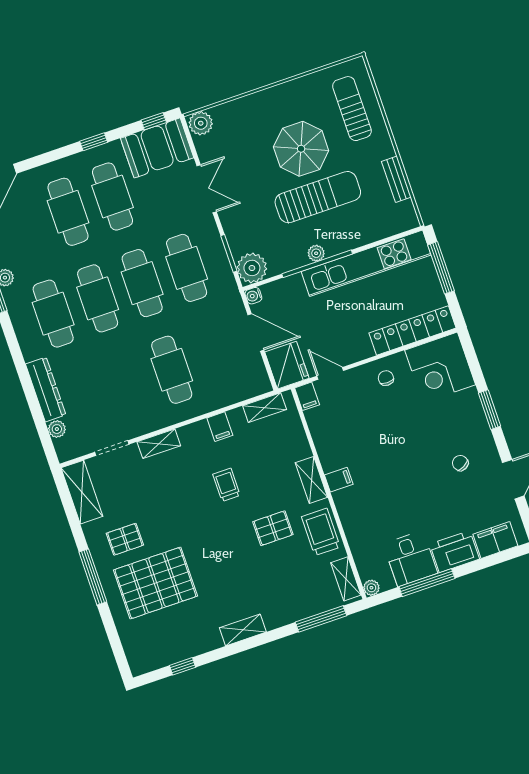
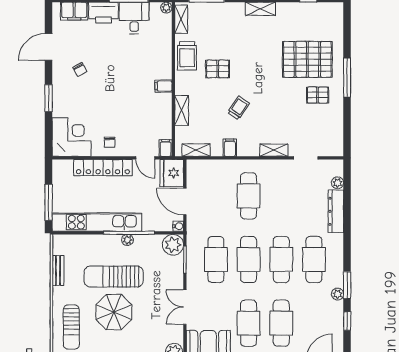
locker: (413, 330) -> (103, 168), moved
shelving: (311, 480) -> (182, 110), moved
trolley: (226, 485) -> (238, 108), turned -146
shelving: (82, 492) -> (335, 136), removed

